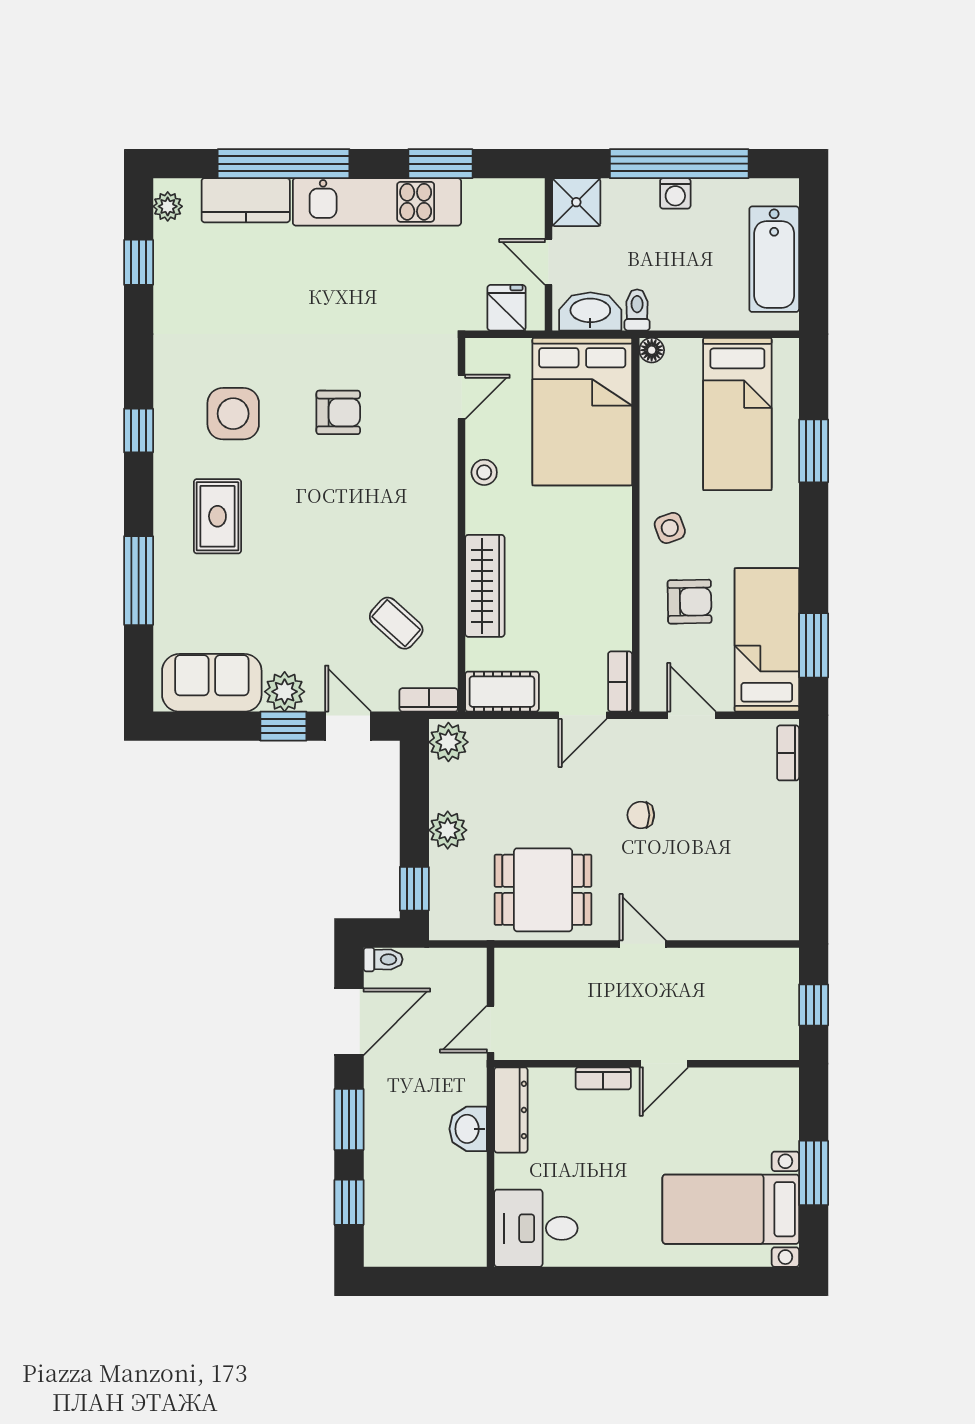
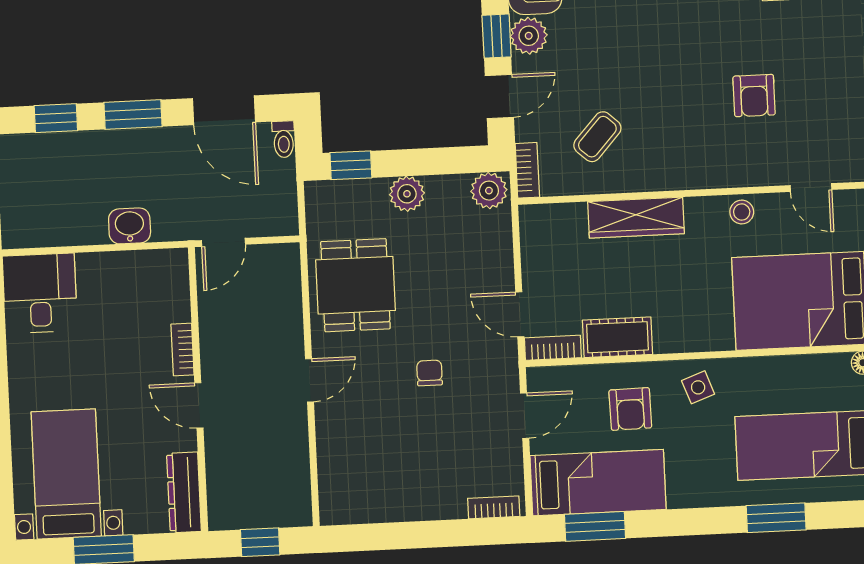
armchair: (338, 412) -> (754, 96), moved
cot: (502, 692) -> (618, 337), moved, turned 90
door: (491, 1029) -> (223, 242), swing flipped
dresser: (511, 1110) -> (184, 492), moved, turned 90

